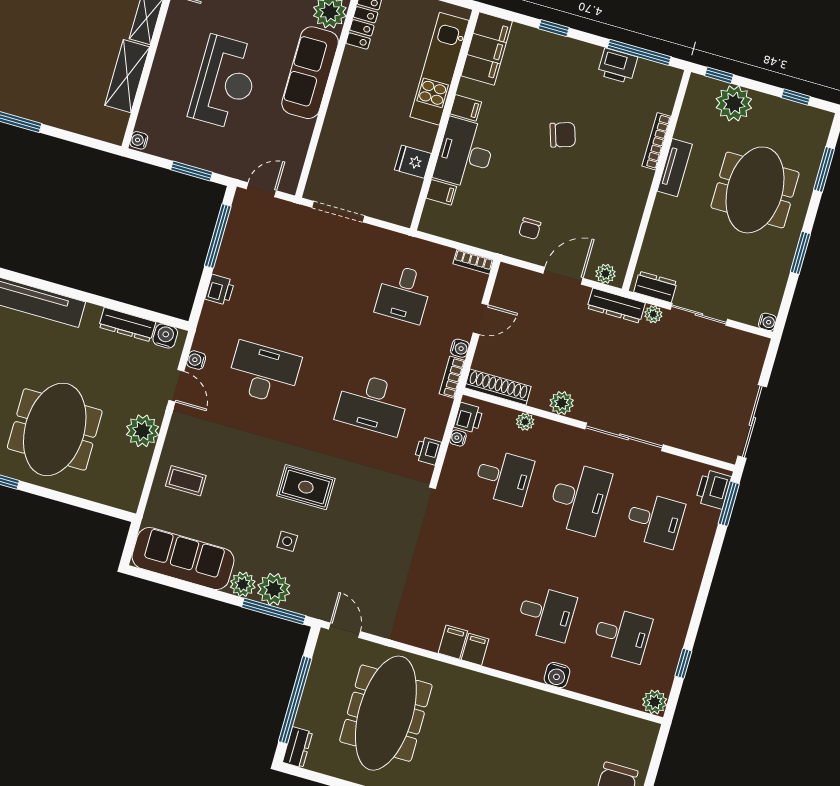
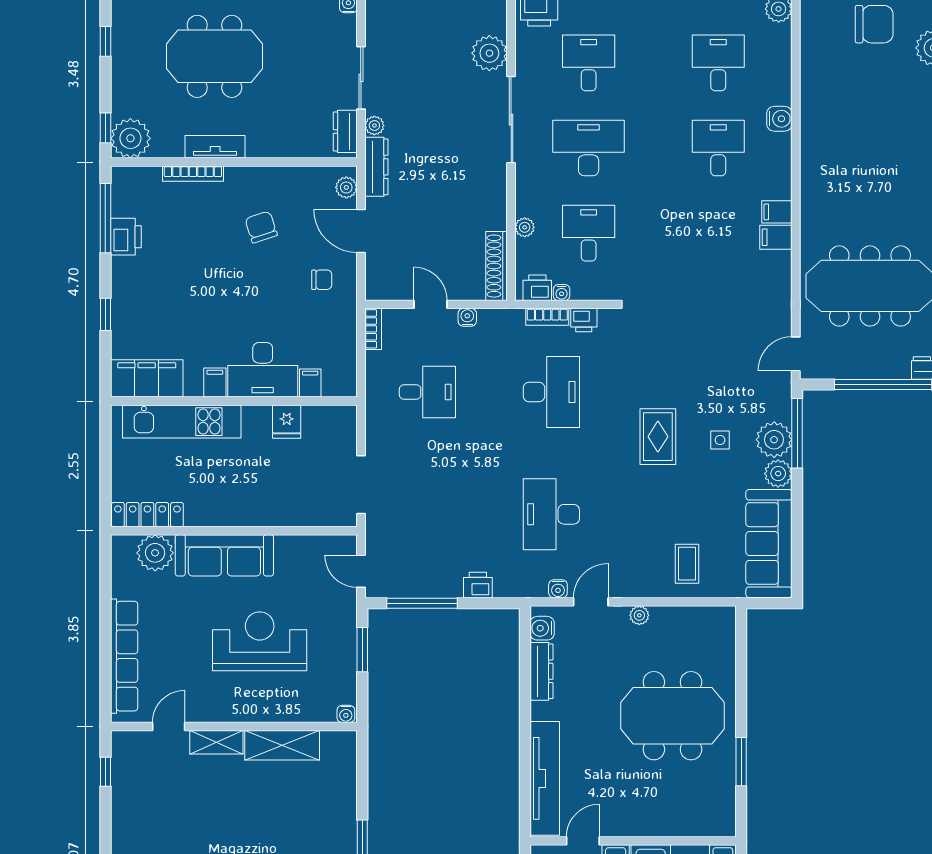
plant: (734, 103) -> (130, 138), moved
chair: (563, 135) -> (261, 227), moved
bookcase: (452, 377) -> (547, 317), moved
plant: (562, 403) -> (489, 53), moved, width x1.36, depth x1.36
plant: (143, 431) -> (639, 615), width x0.53, depth x0.53

